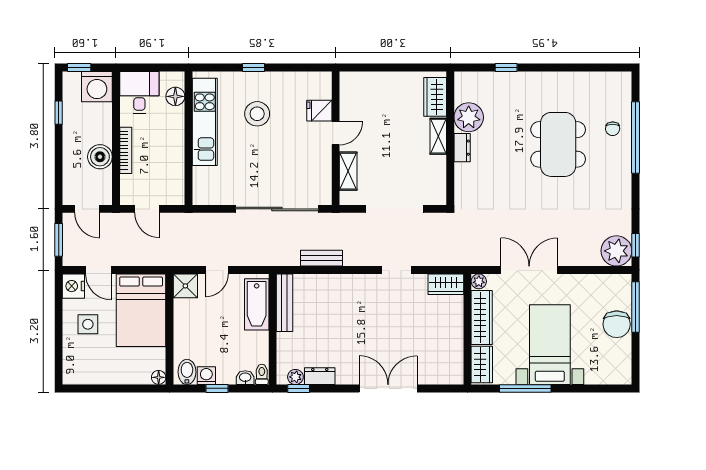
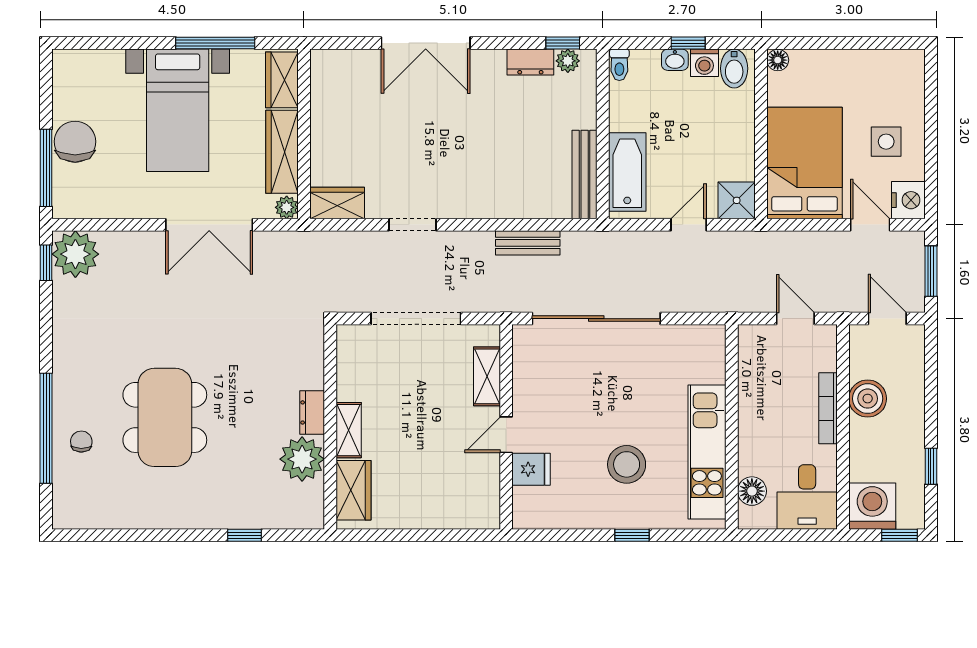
washbasin: (245, 378) -> (675, 60), moved

